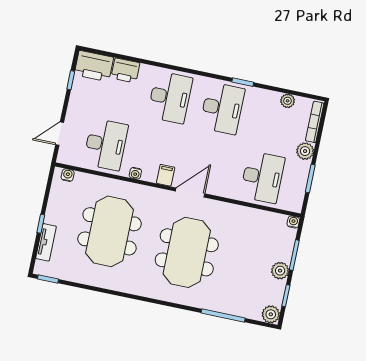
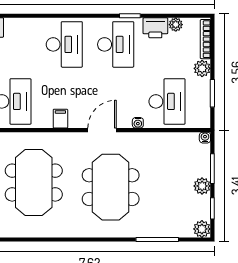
printer: (125, 70) -> (155, 28), moved
water cooler: (135, 173) -> (138, 123), moved
filing cabinet: (166, 175) -> (60, 119), moved

